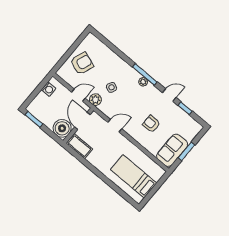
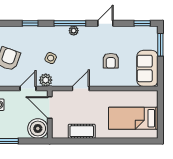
window: (118, 52) -> (30, 23), added
window: (185, 108) -> (142, 23), moved
armchair: (151, 124) -> (111, 61), turned -90
cot: (79, 146) -> (82, 131), moved
window: (187, 151) -> (160, 45), moved

